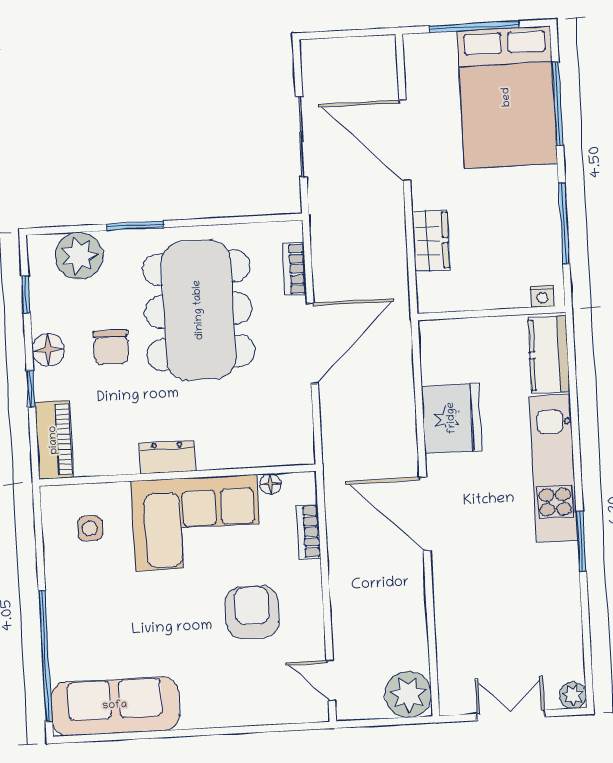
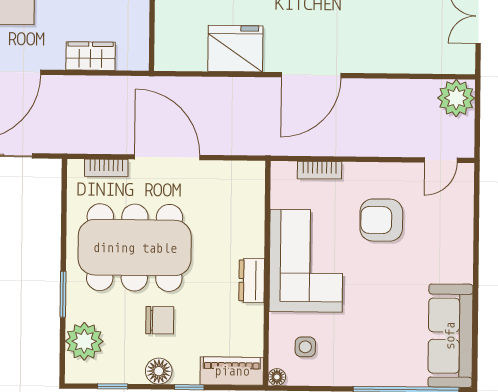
floor lamp: (270, 484) -> (277, 377), moved

